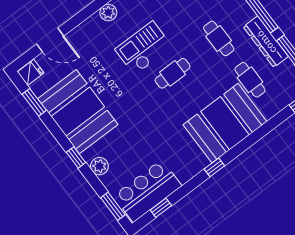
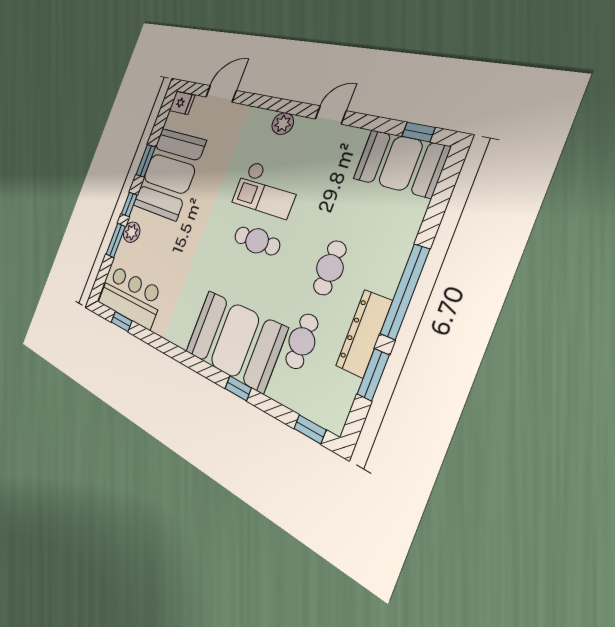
door: (50, 40) -> (221, 94), swing flipped
checkout: (144, 48) -> (266, 189), turned 180
window: (34, 102) -> (146, 161), moved
window: (214, 167) -> (238, 388), moved
window: (113, 206) -> (116, 240), moved

